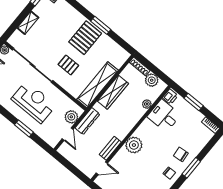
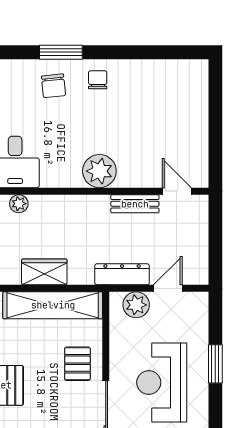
pallet: (68, 65) -> (77, 364), moved
wardrobe: (113, 92) -> (44, 272), width x0.67

